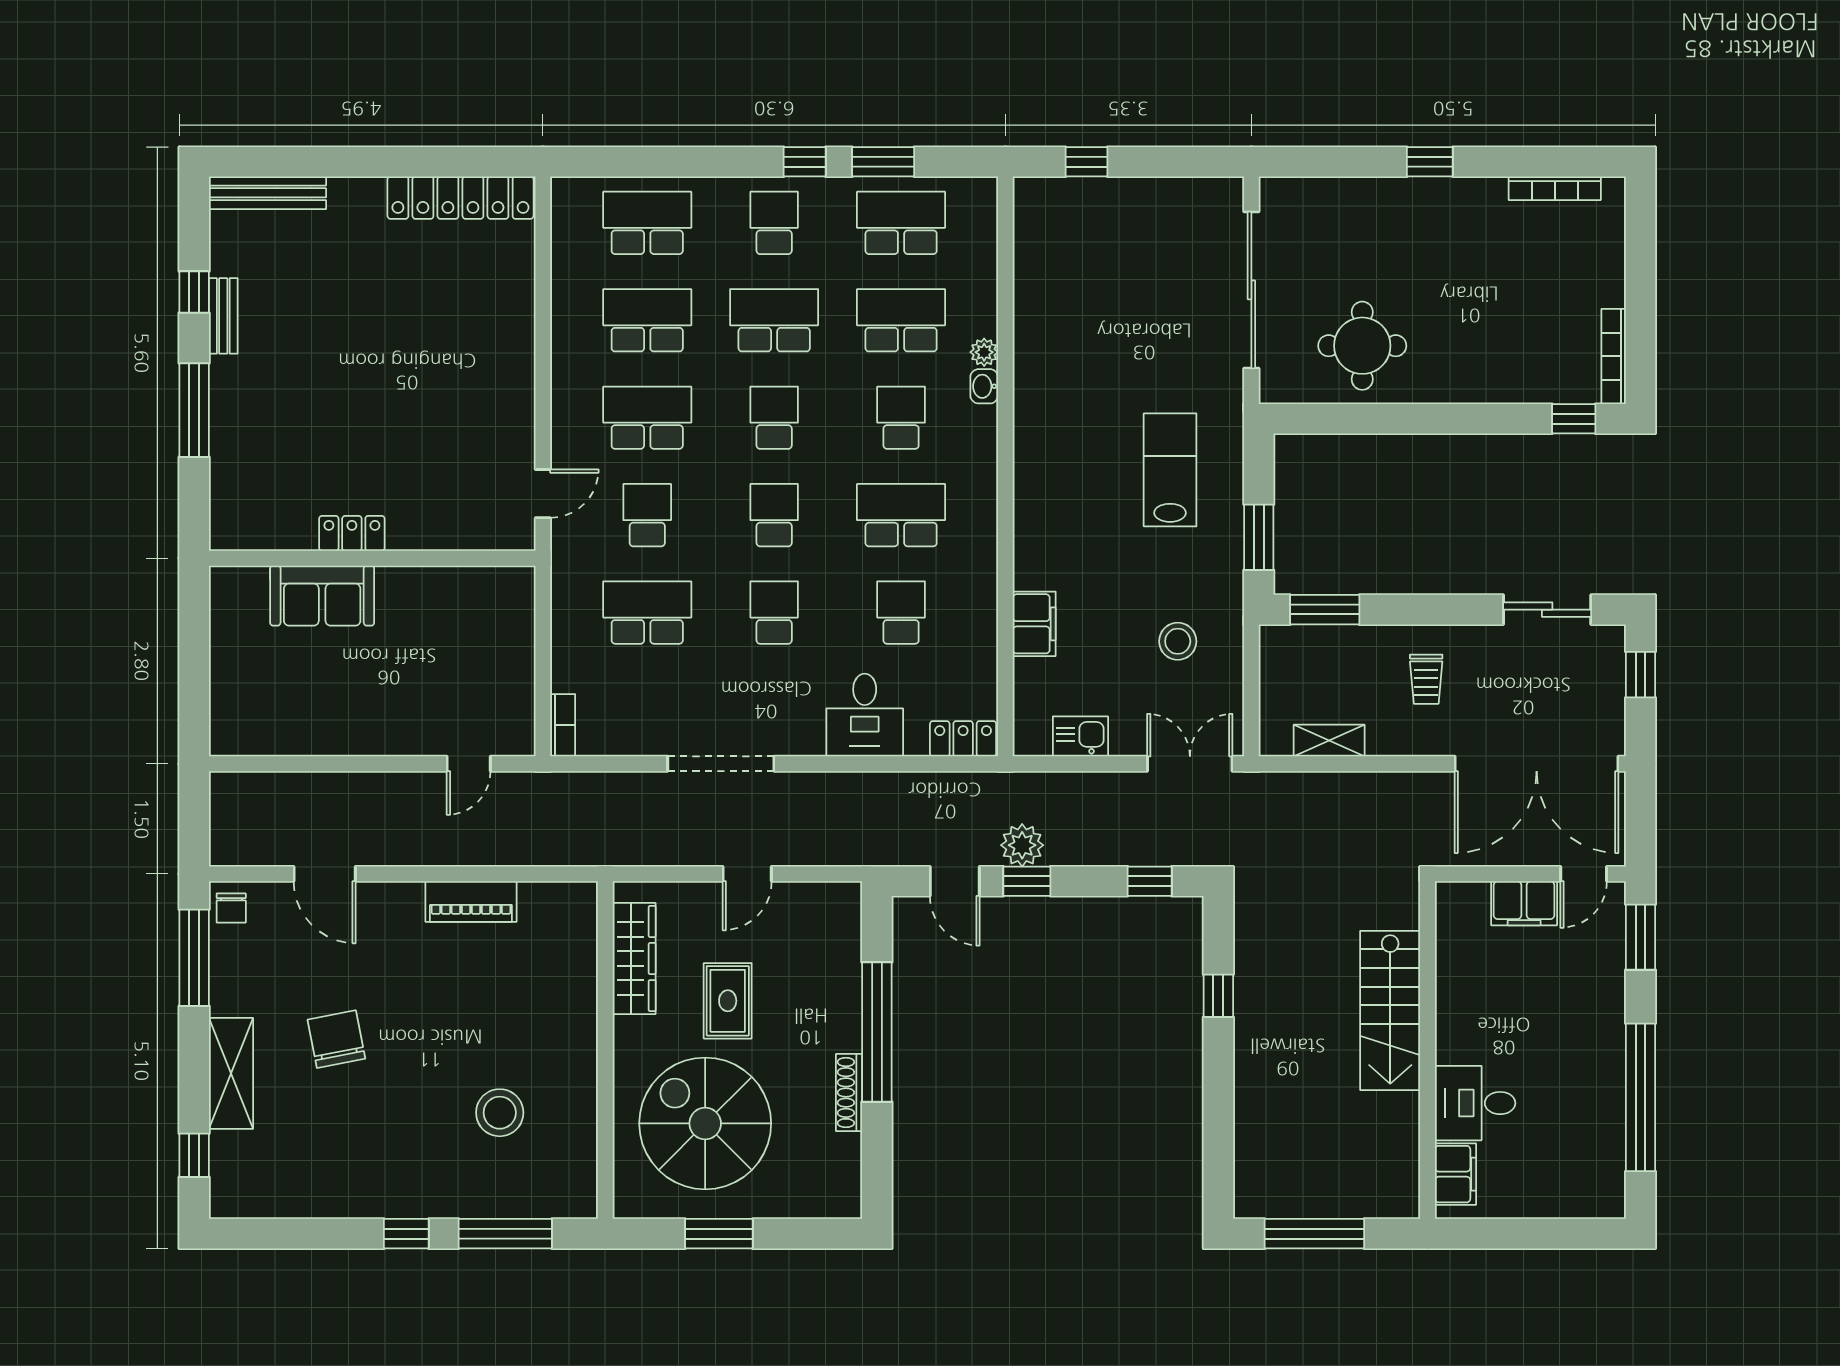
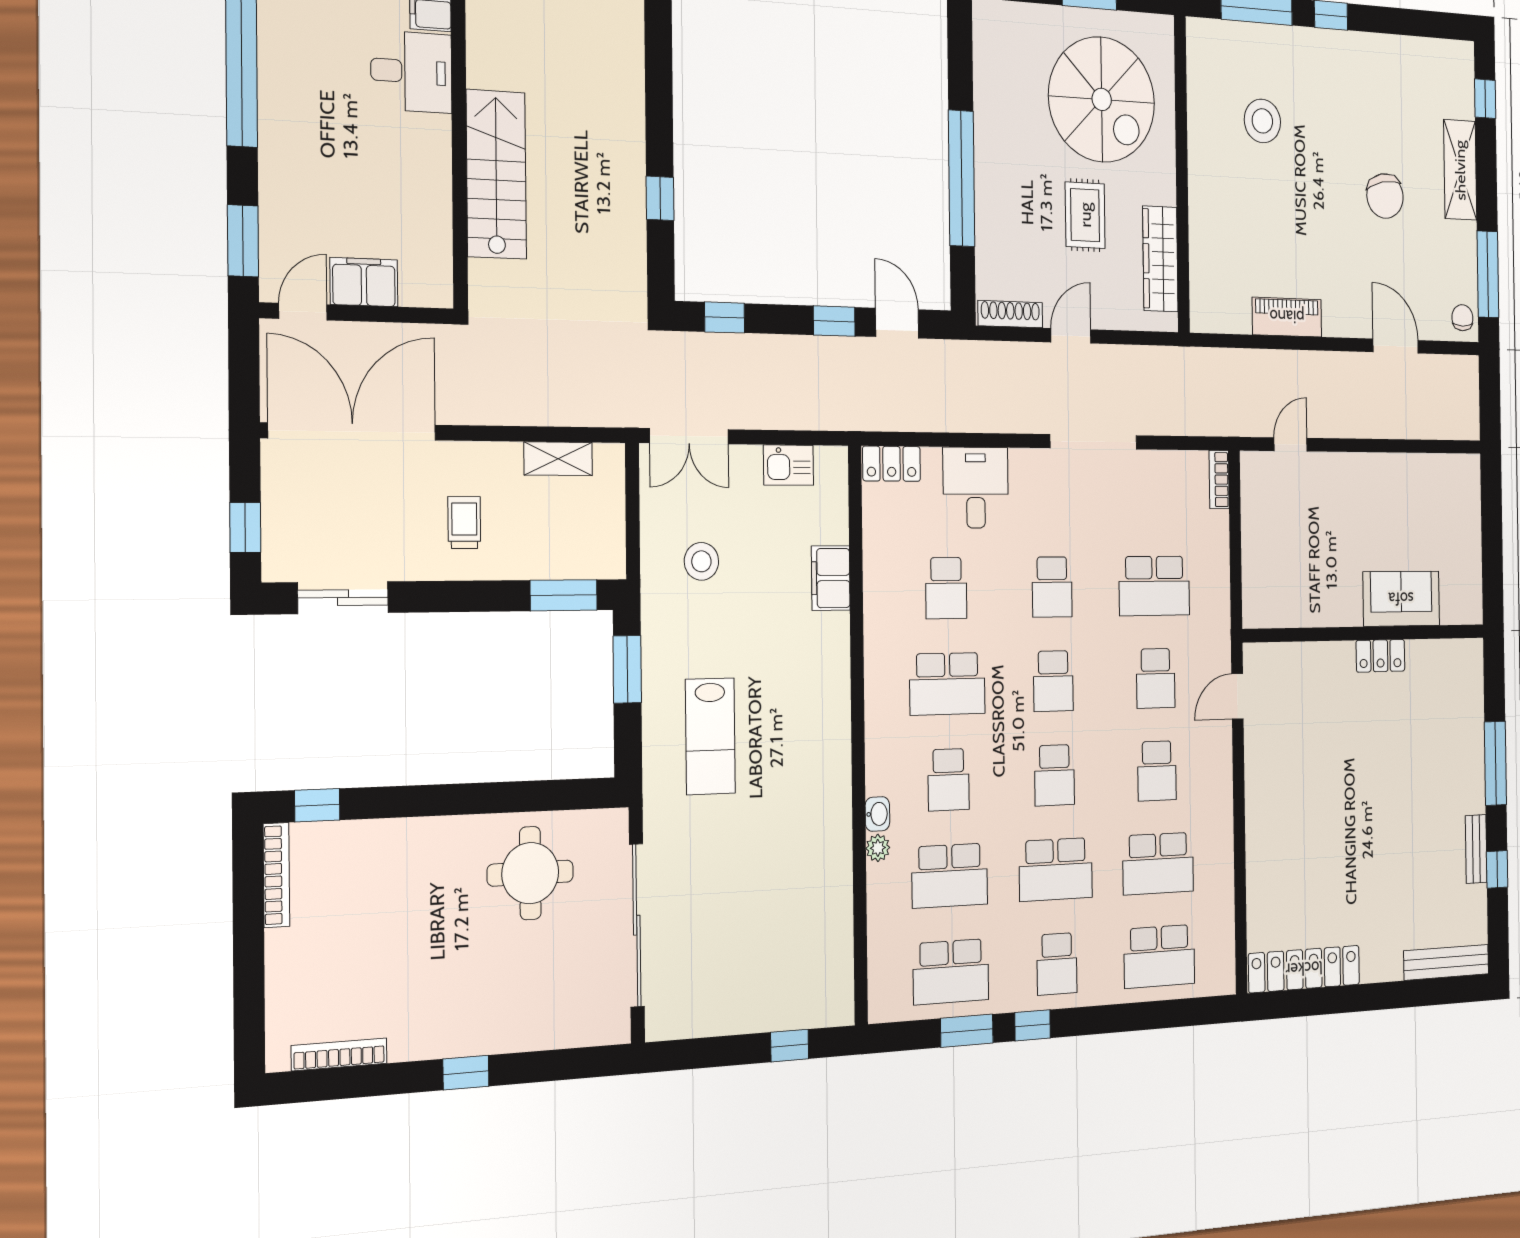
school desk: (647, 418) -> (1157, 771), width x0.54
plant: (1022, 845) -> (839, 357), removed
shoe rack: (849, 1093) -> (1010, 314), moved, turned -90

